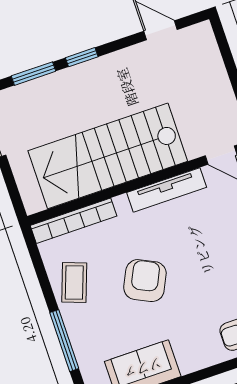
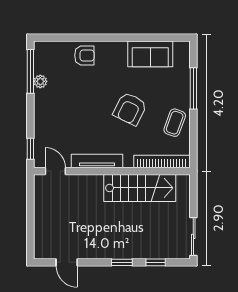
window: (34, 74) -> (156, 262), width x0.67
stairs: (108, 156) -> (140, 188), width x0.73, depth x0.66

